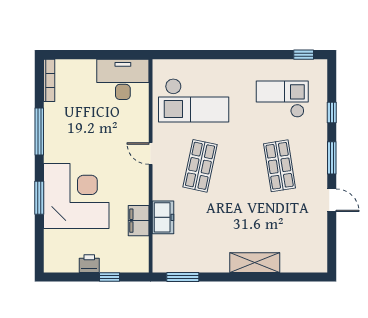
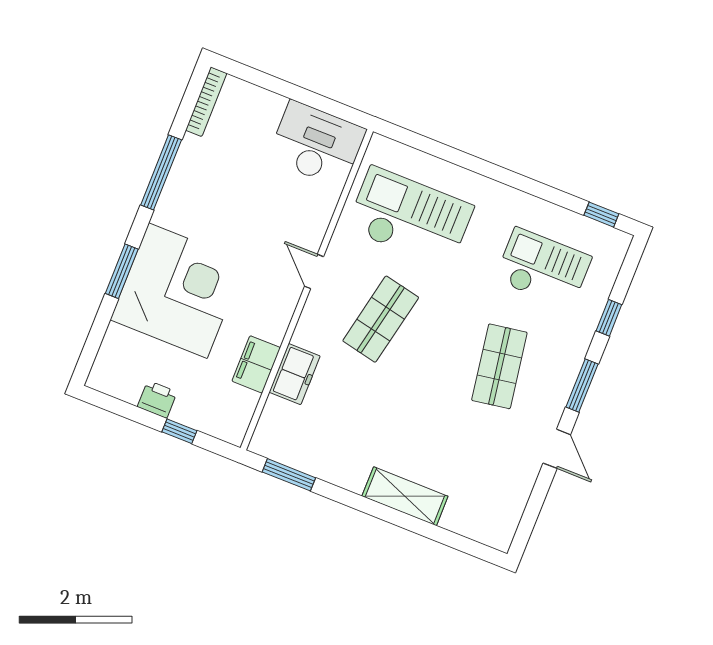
checkout: (194, 100) -> (410, 217), turned 180

